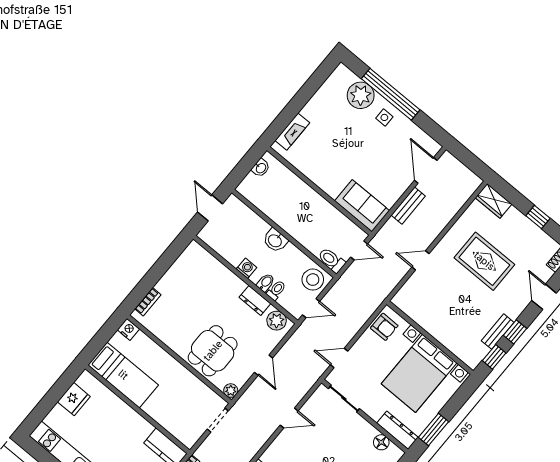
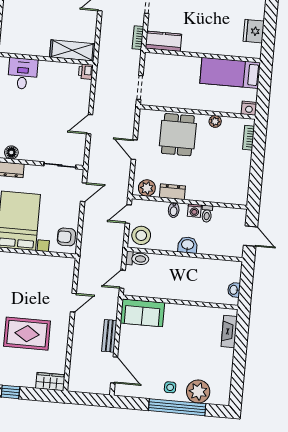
toilet: (276, 290) -> (207, 214), moved
plant: (231, 391) -> (215, 121), moved

